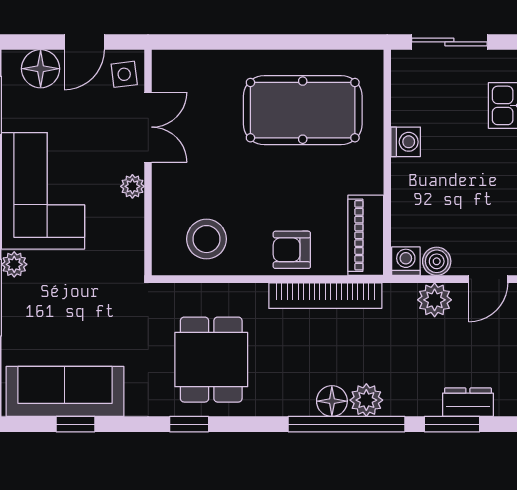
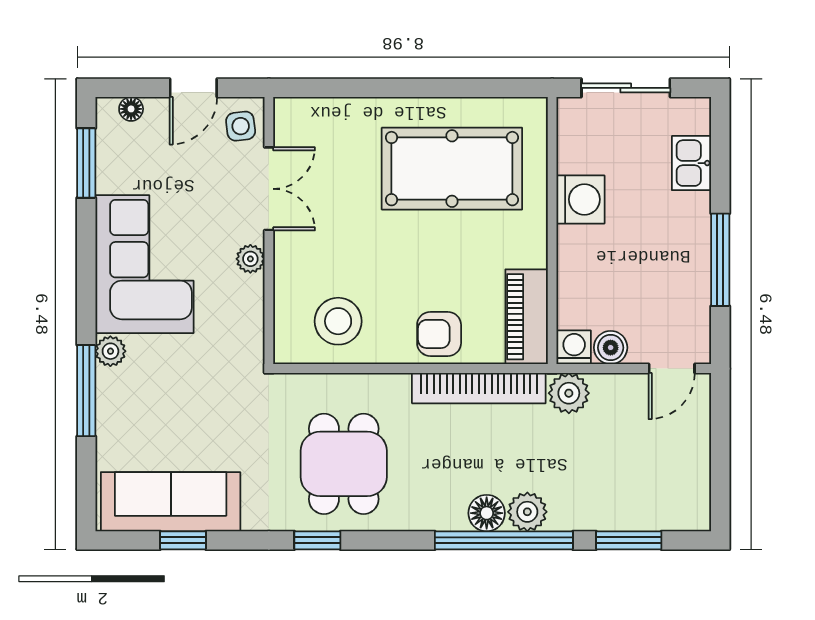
floor lamp: (41, 69) -> (131, 109), width x0.53, depth x0.53
washing machine: (406, 142) -> (581, 199), width x1.38, depth x1.38
plant: (435, 300) -> (569, 393), moved
dresser: (468, 402) -> (648, 514), removed

